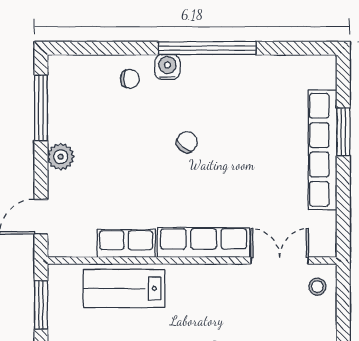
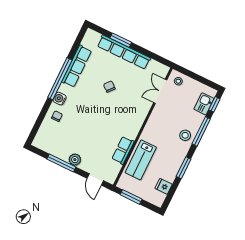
window: (41, 108) -> (61, 163), moved
chair: (187, 142) -> (109, 87), moved
row of seats: (204, 243) -> (77, 66), moved, turned 180

